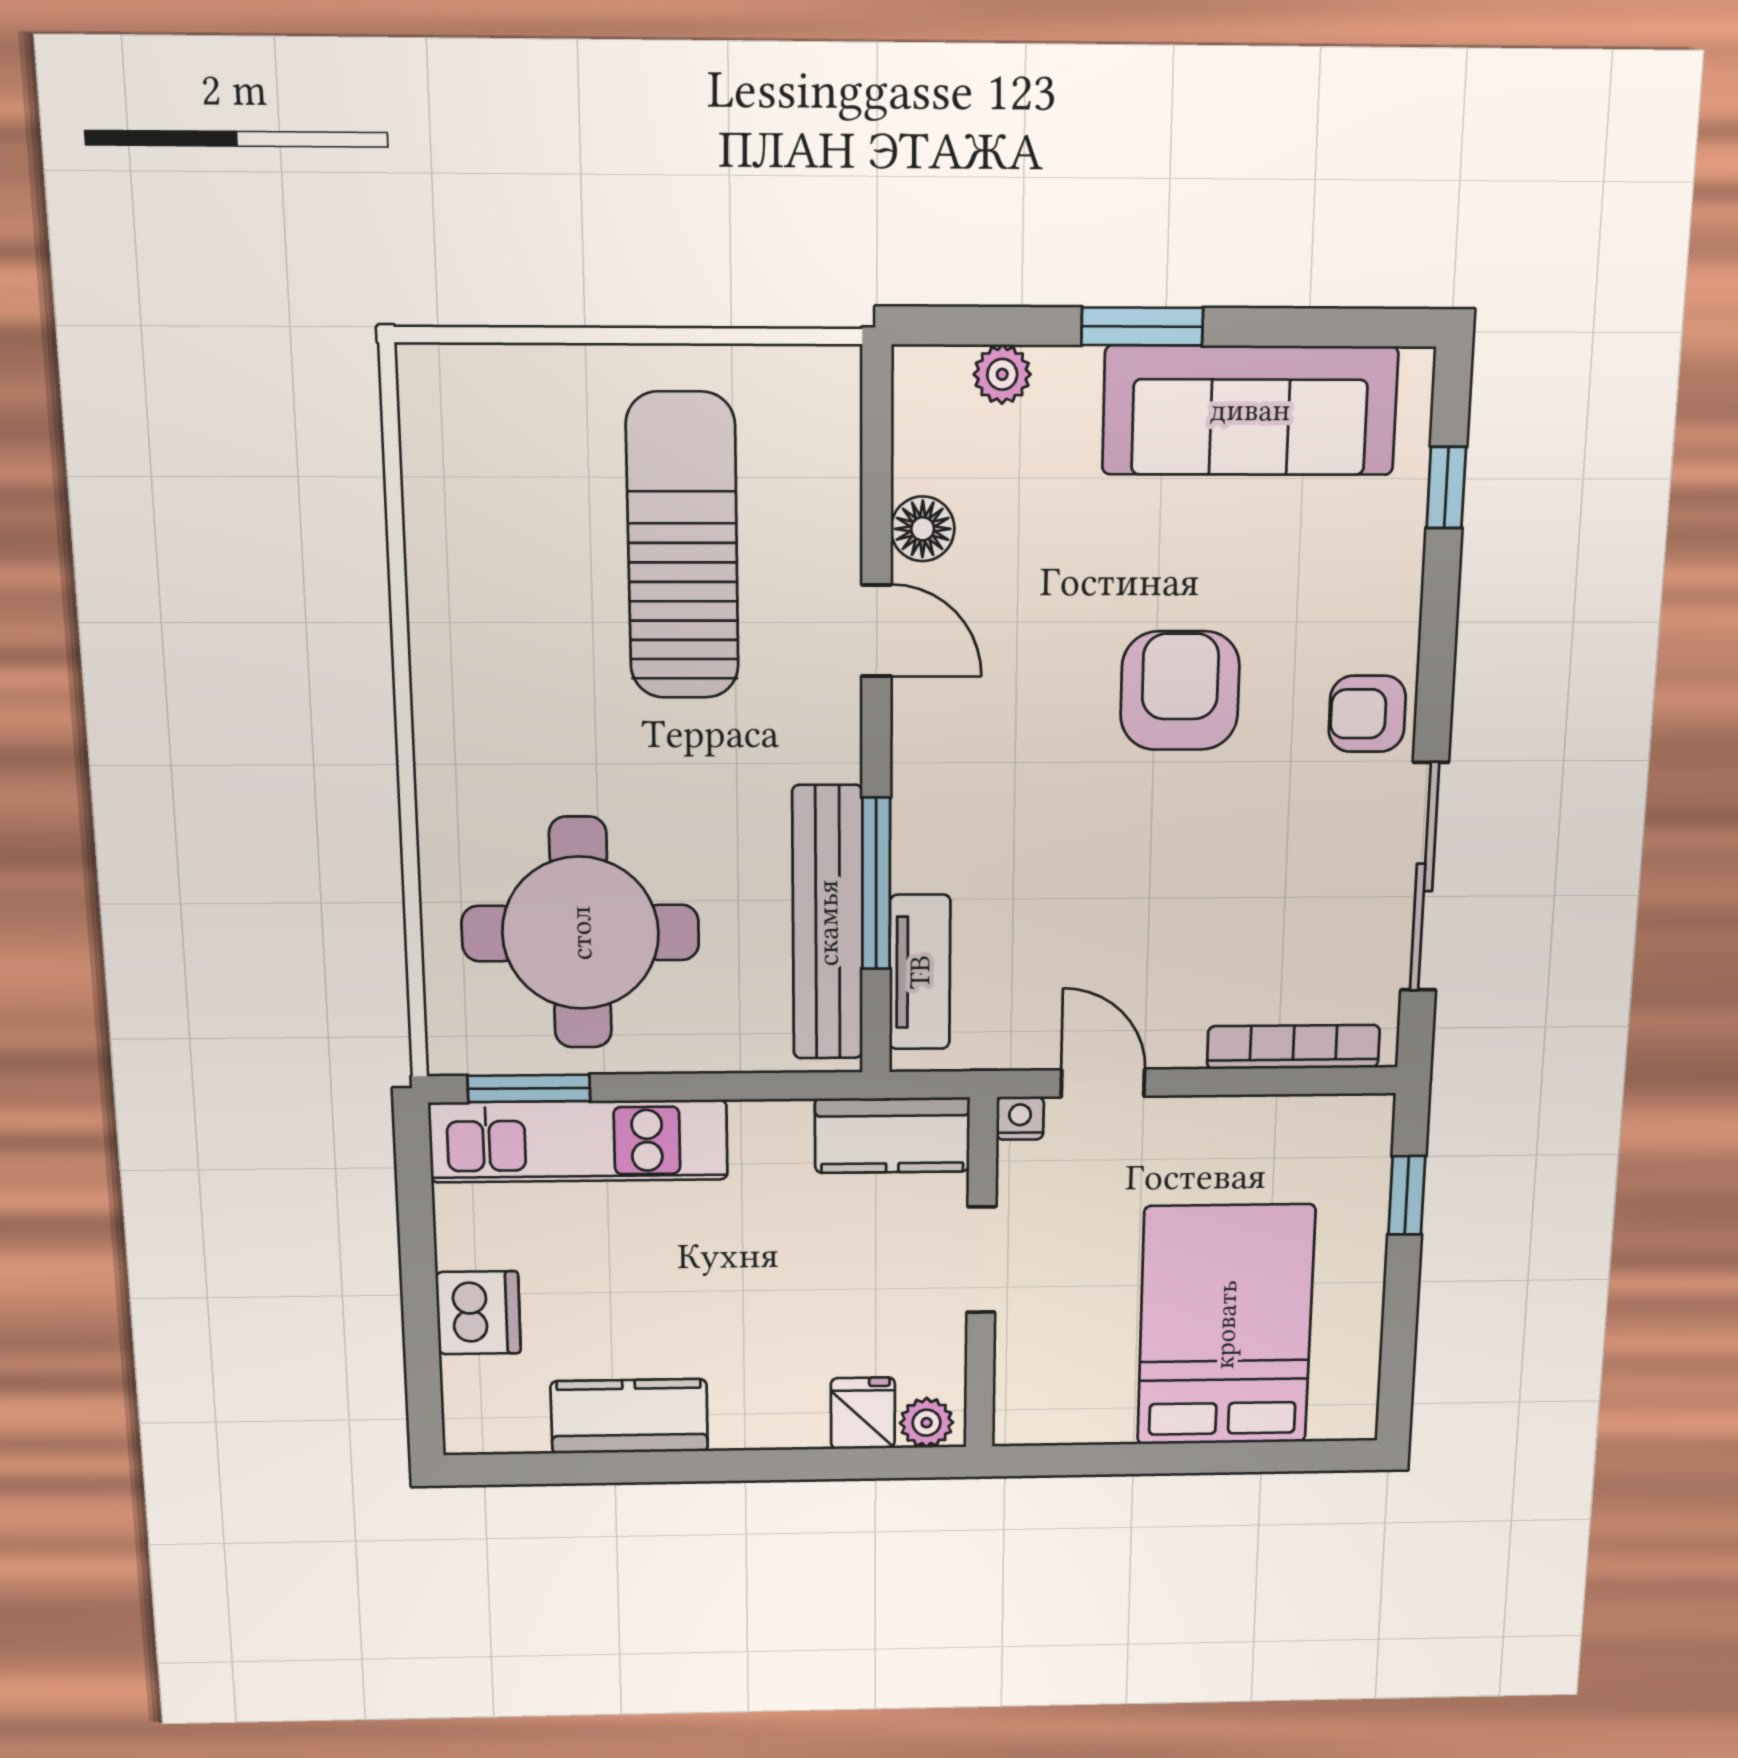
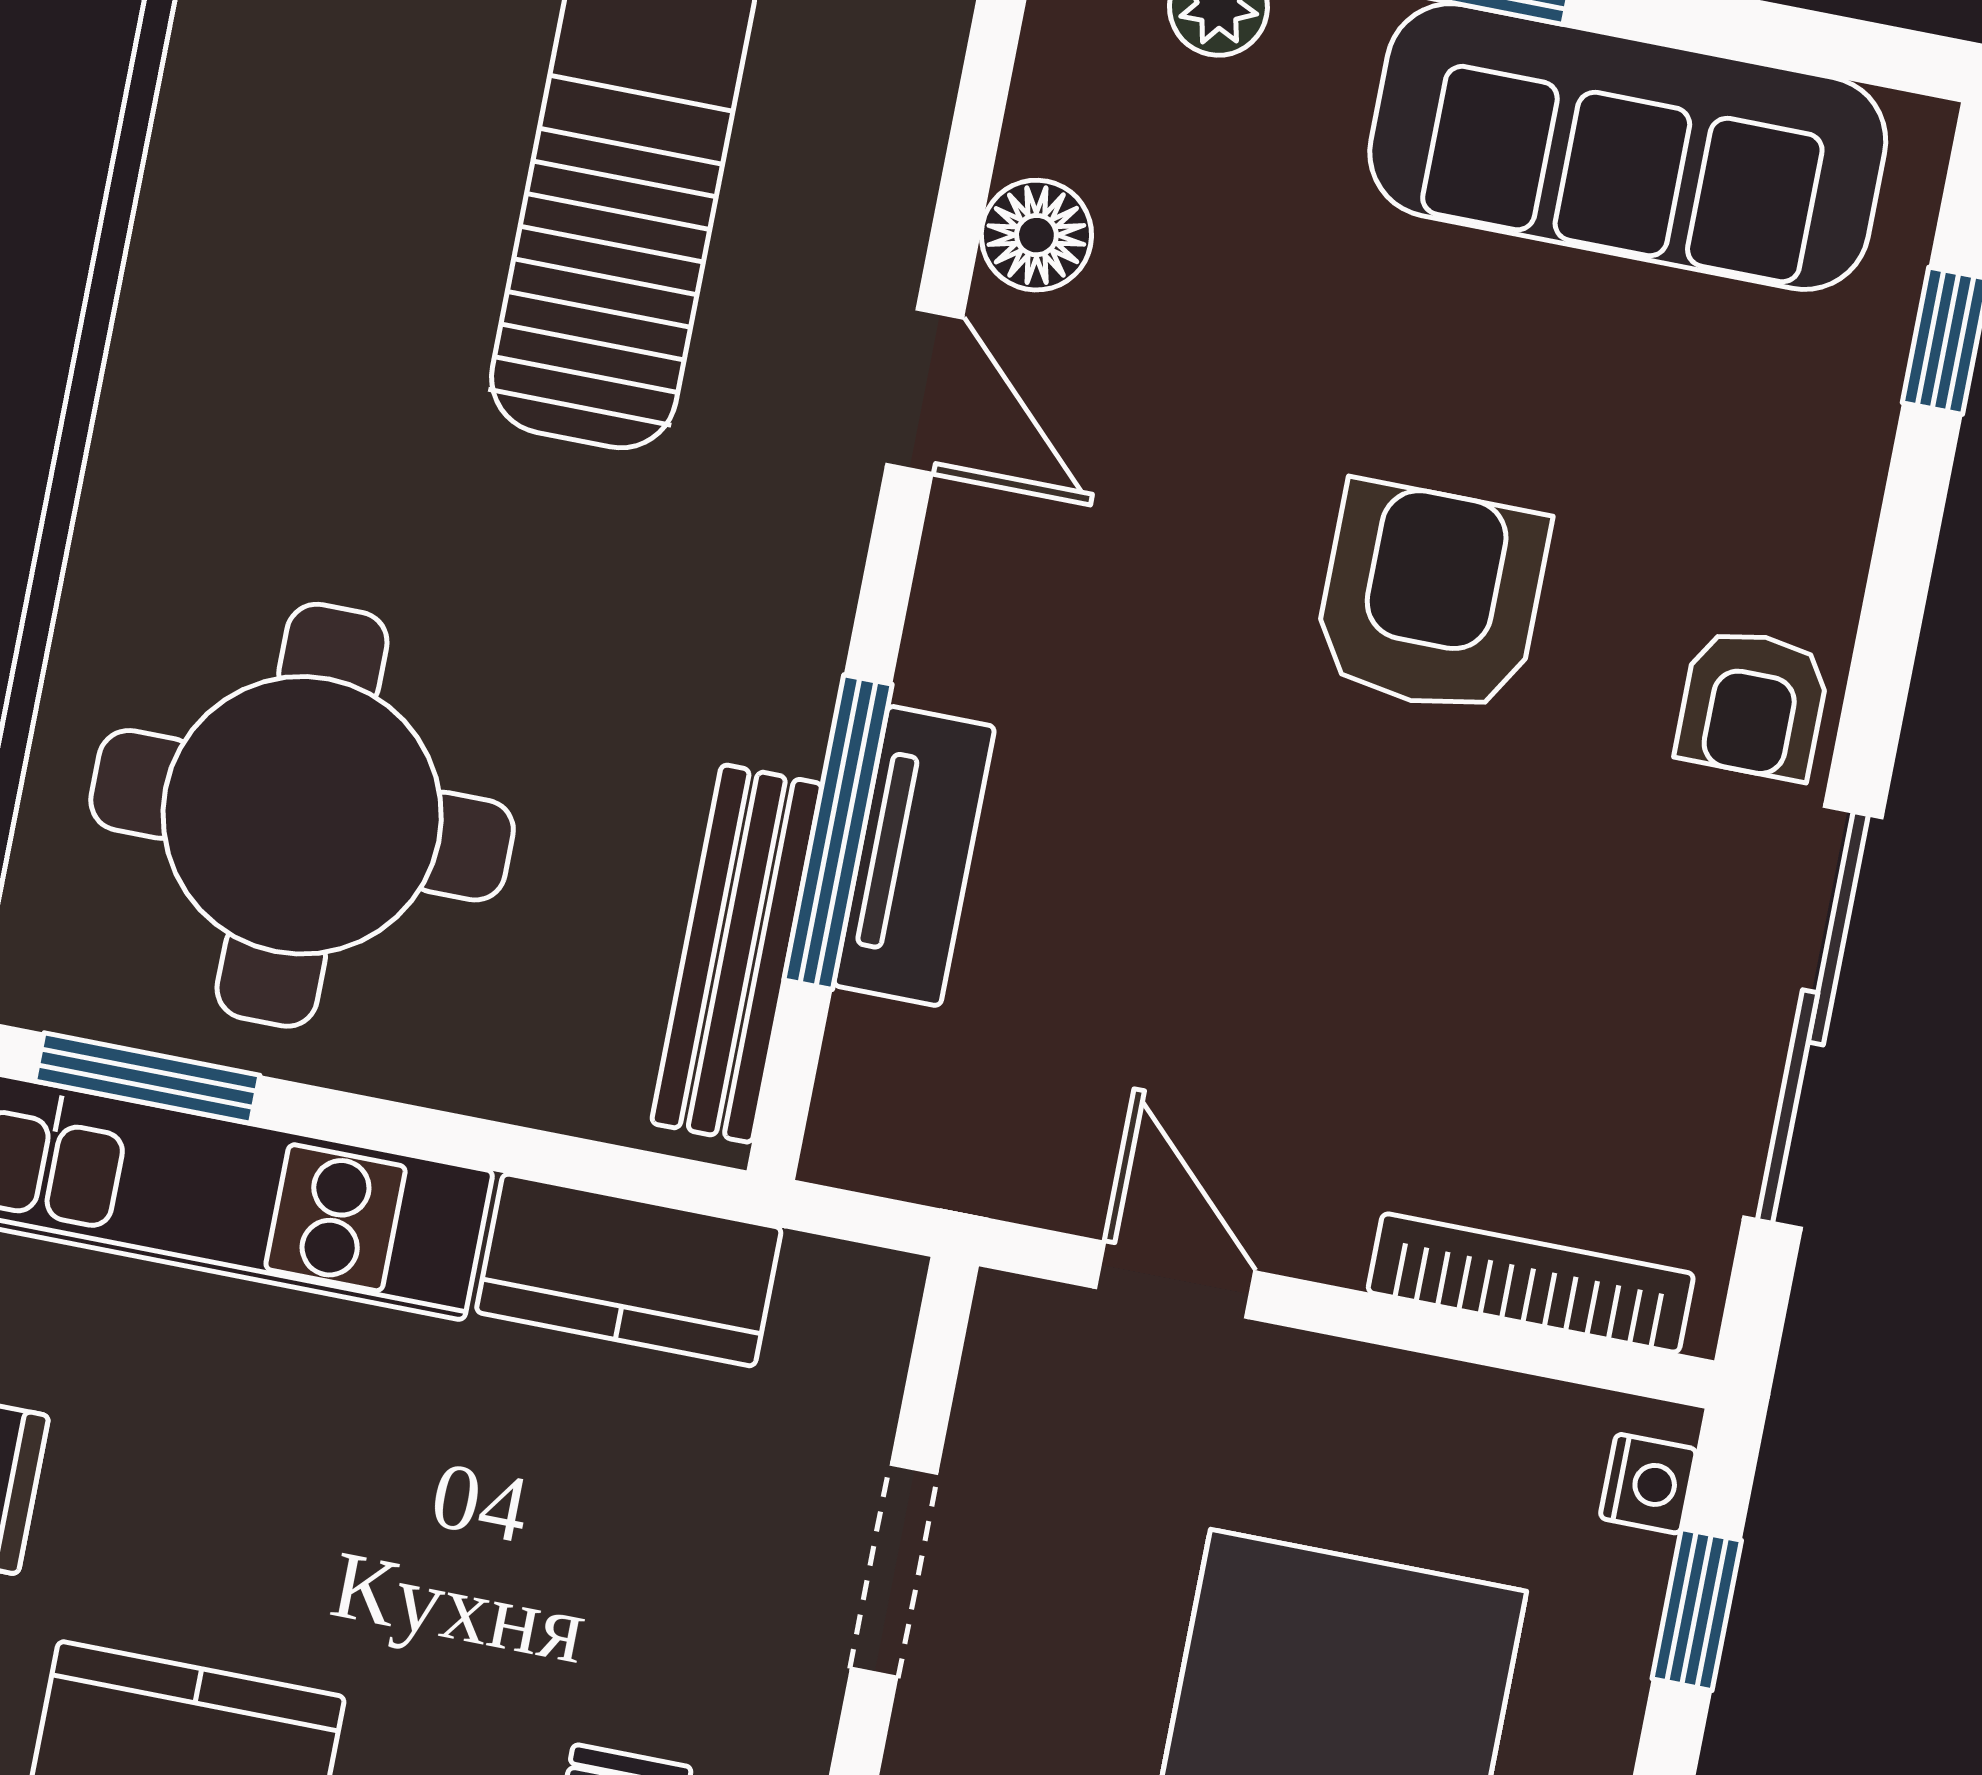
armchair: (1367, 714) -> (1753, 704), turned -90
bench: (828, 923) -> (737, 954), width x0.73, depth x0.82
tv unit: (920, 972) -> (914, 856), moved
nightstand: (1020, 1118) -> (1648, 1484), moved, turned 90
kitchen counter: (892, 1135) -> (629, 1270), moved

